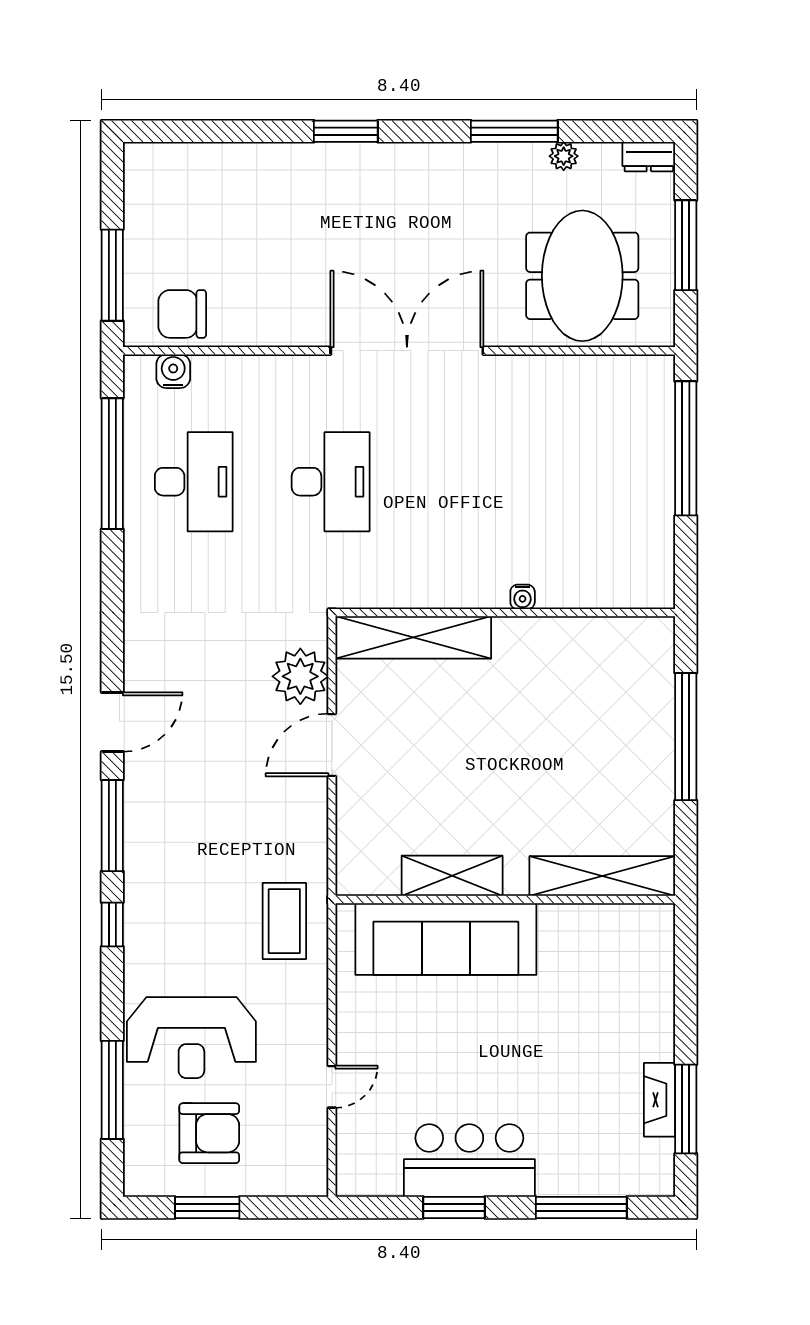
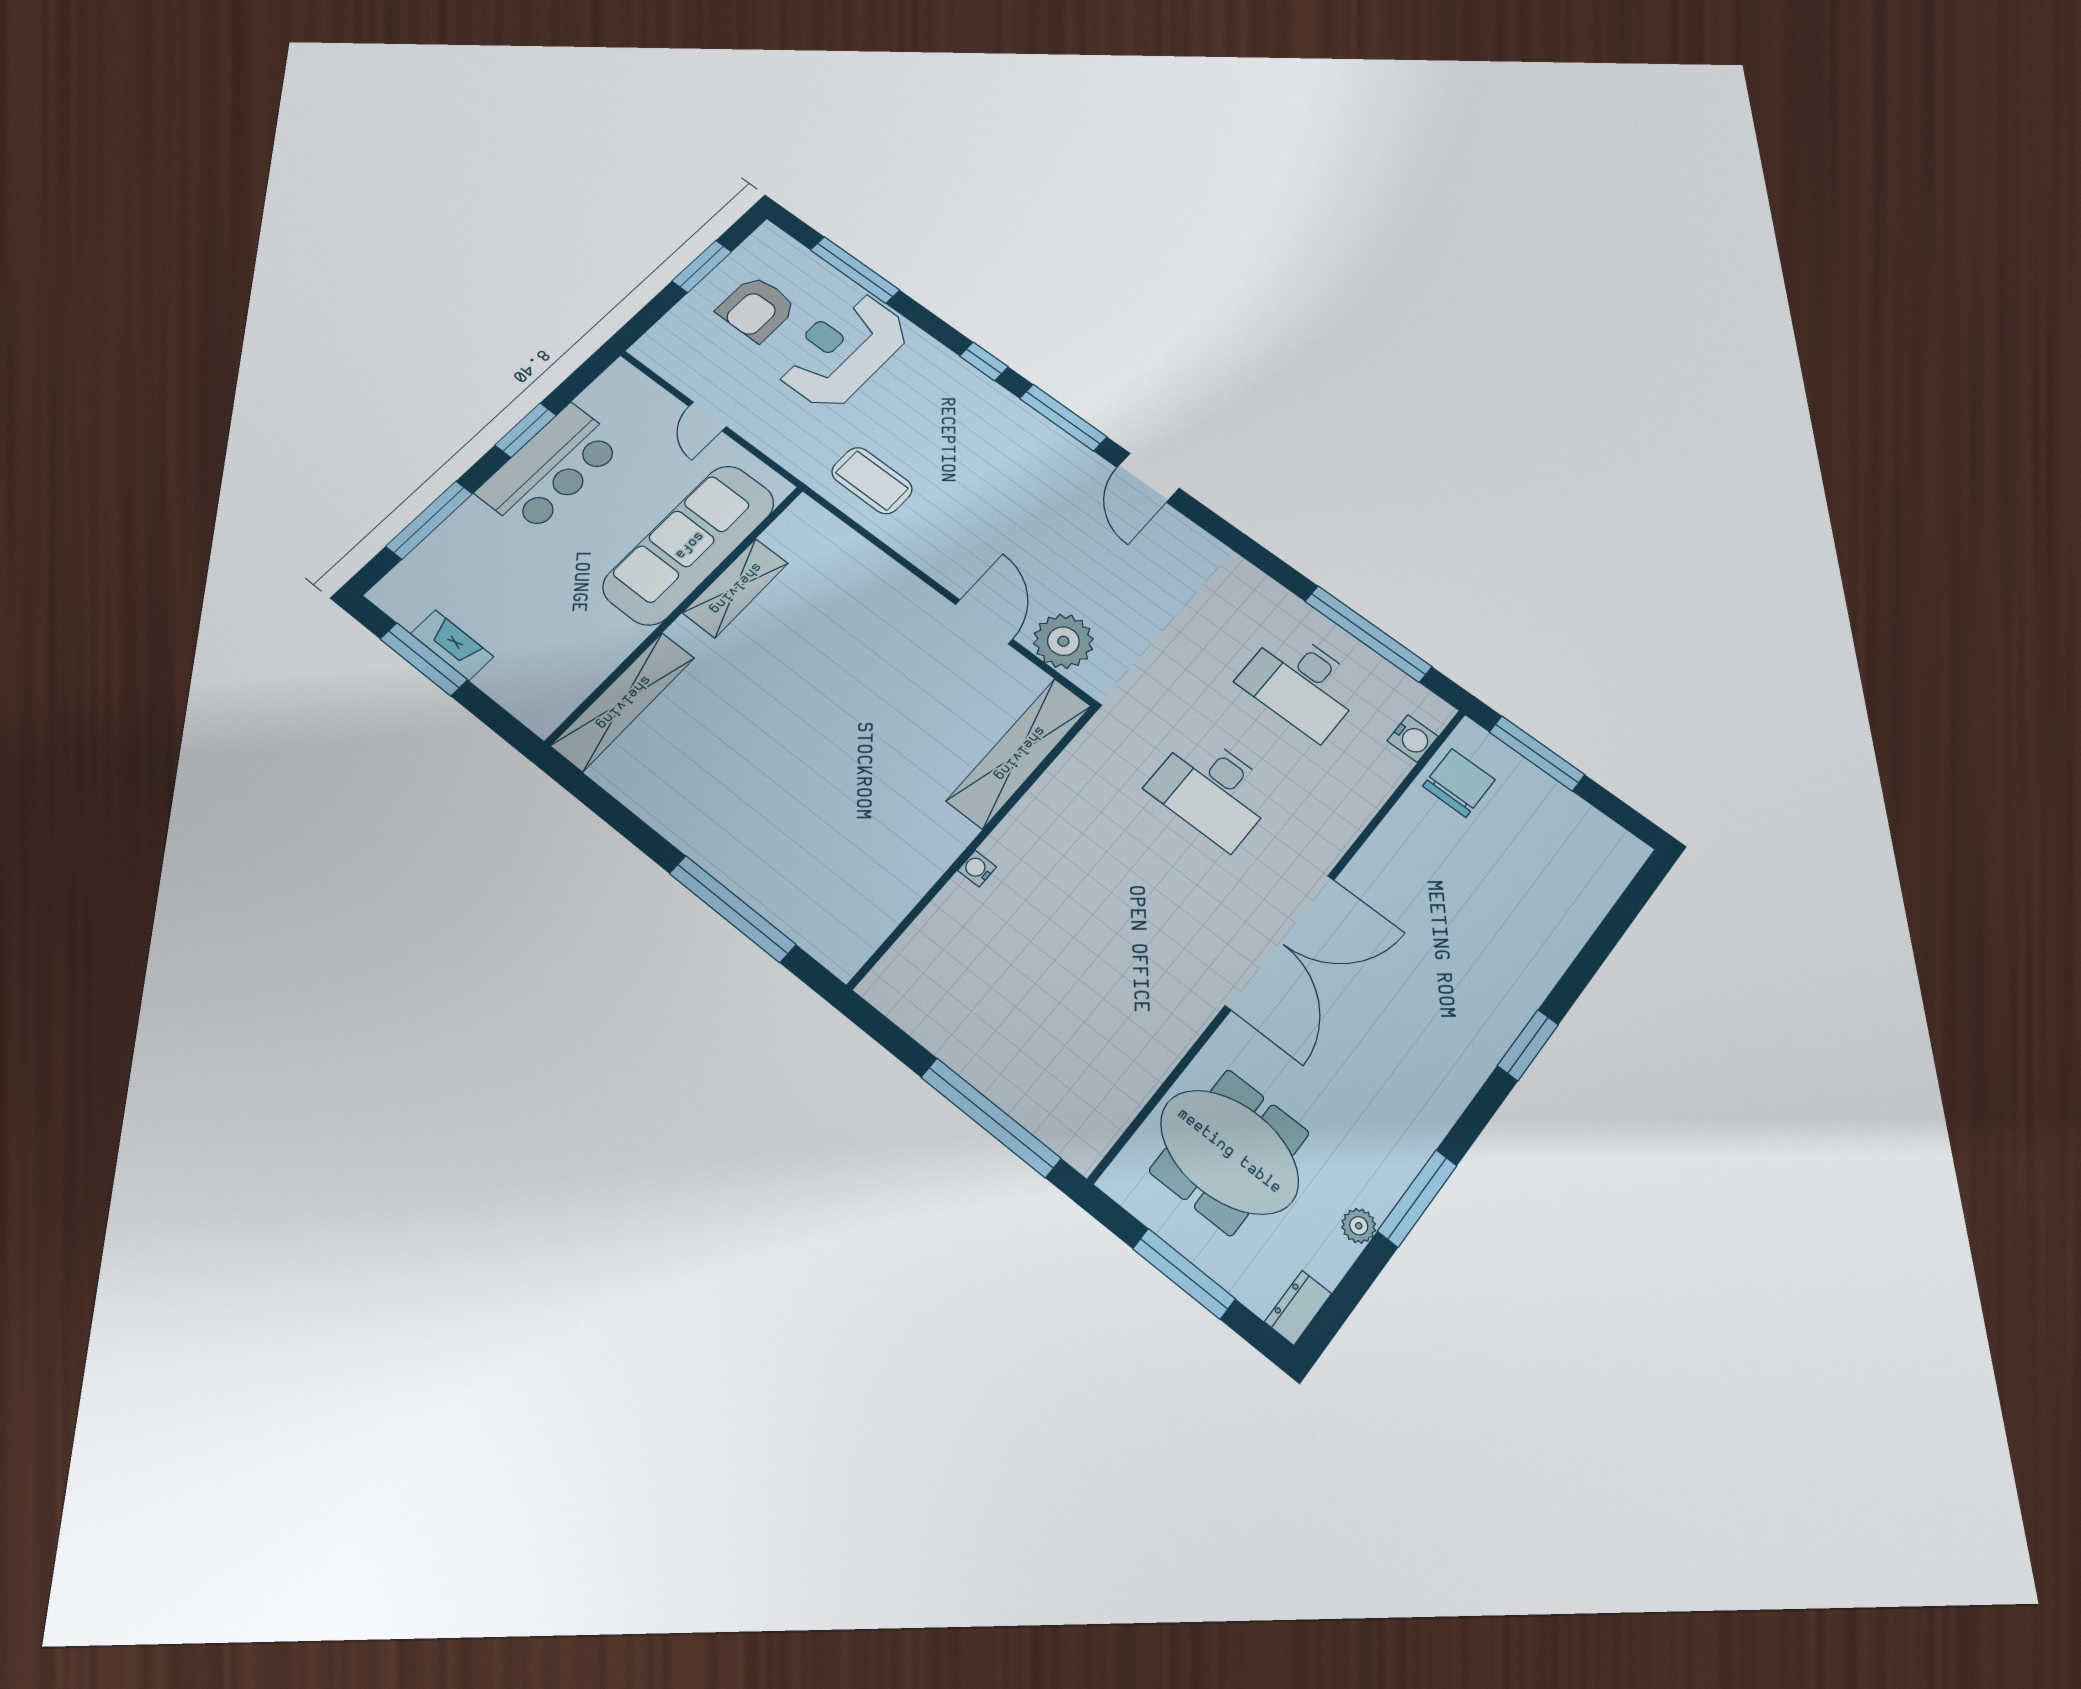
shelving: (452, 876) -> (735, 588), moved
shelving: (602, 876) -> (623, 702), moved
wall: (505, 899) -> (677, 613), moved
sofa: (446, 939) -> (689, 545), moved

